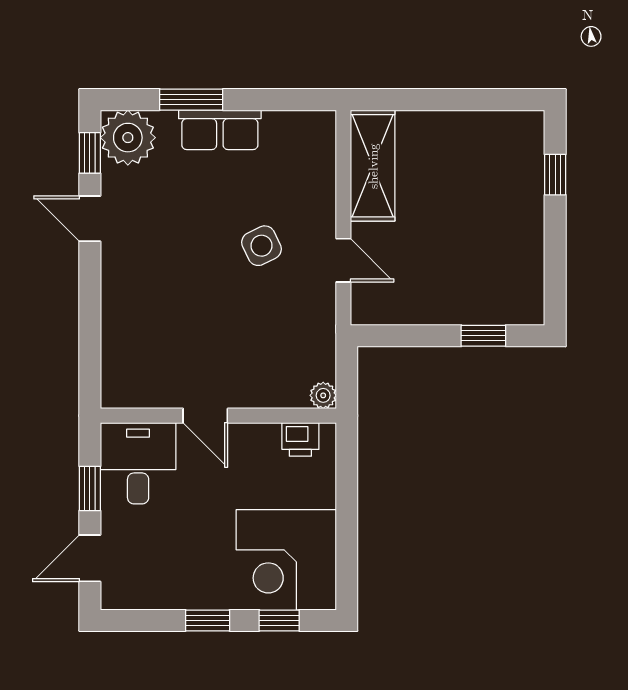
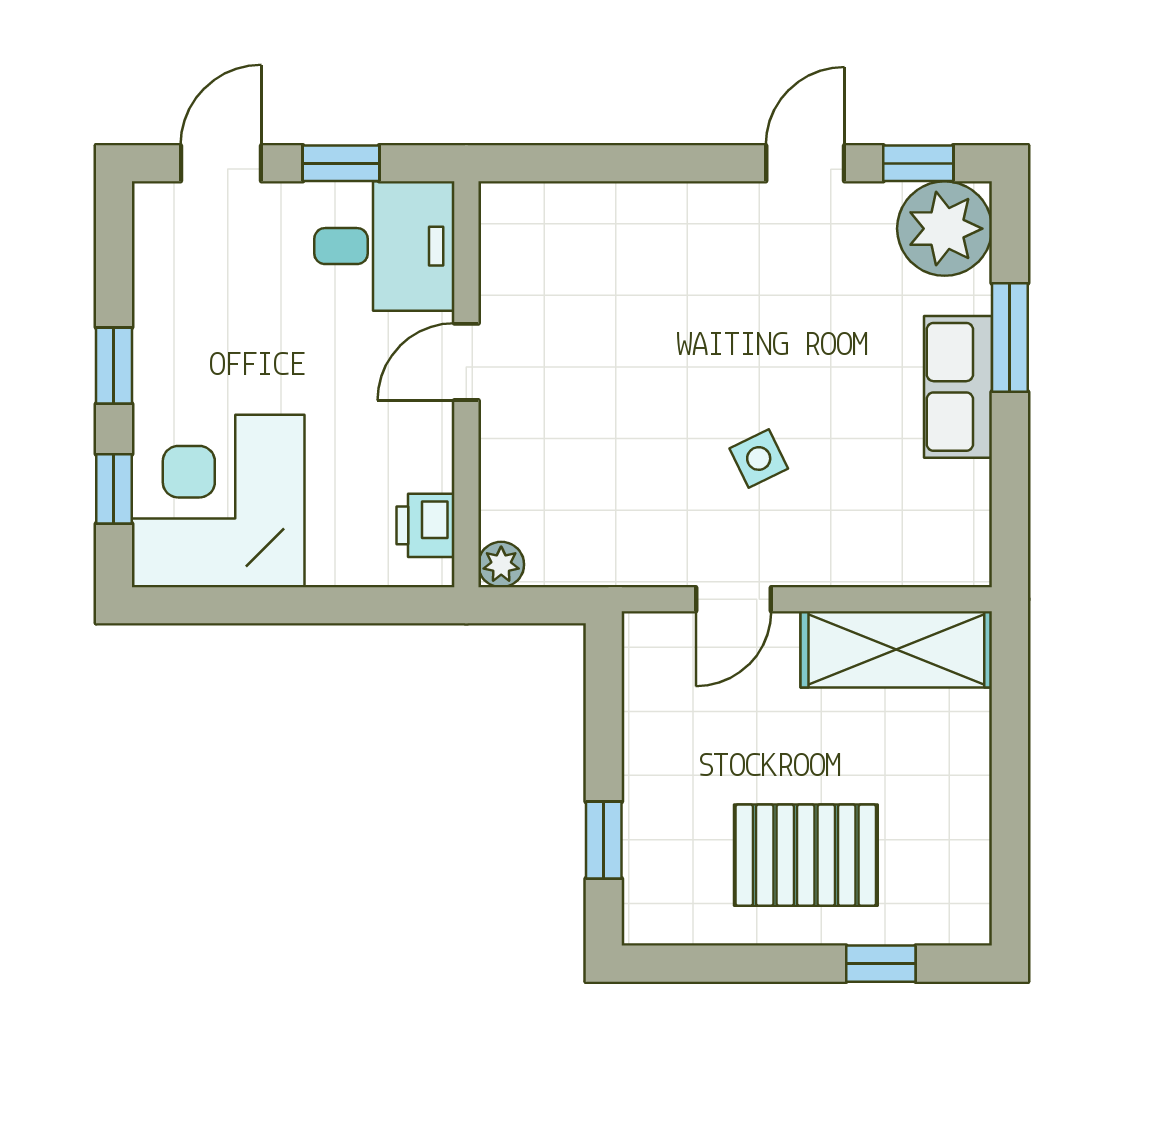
pallet: (492, 218) -> (806, 855), added
side table: (261, 246) -> (759, 458), width x0.73, depth x0.73
door: (90, 558) -> (221, 163), hinge flipped

